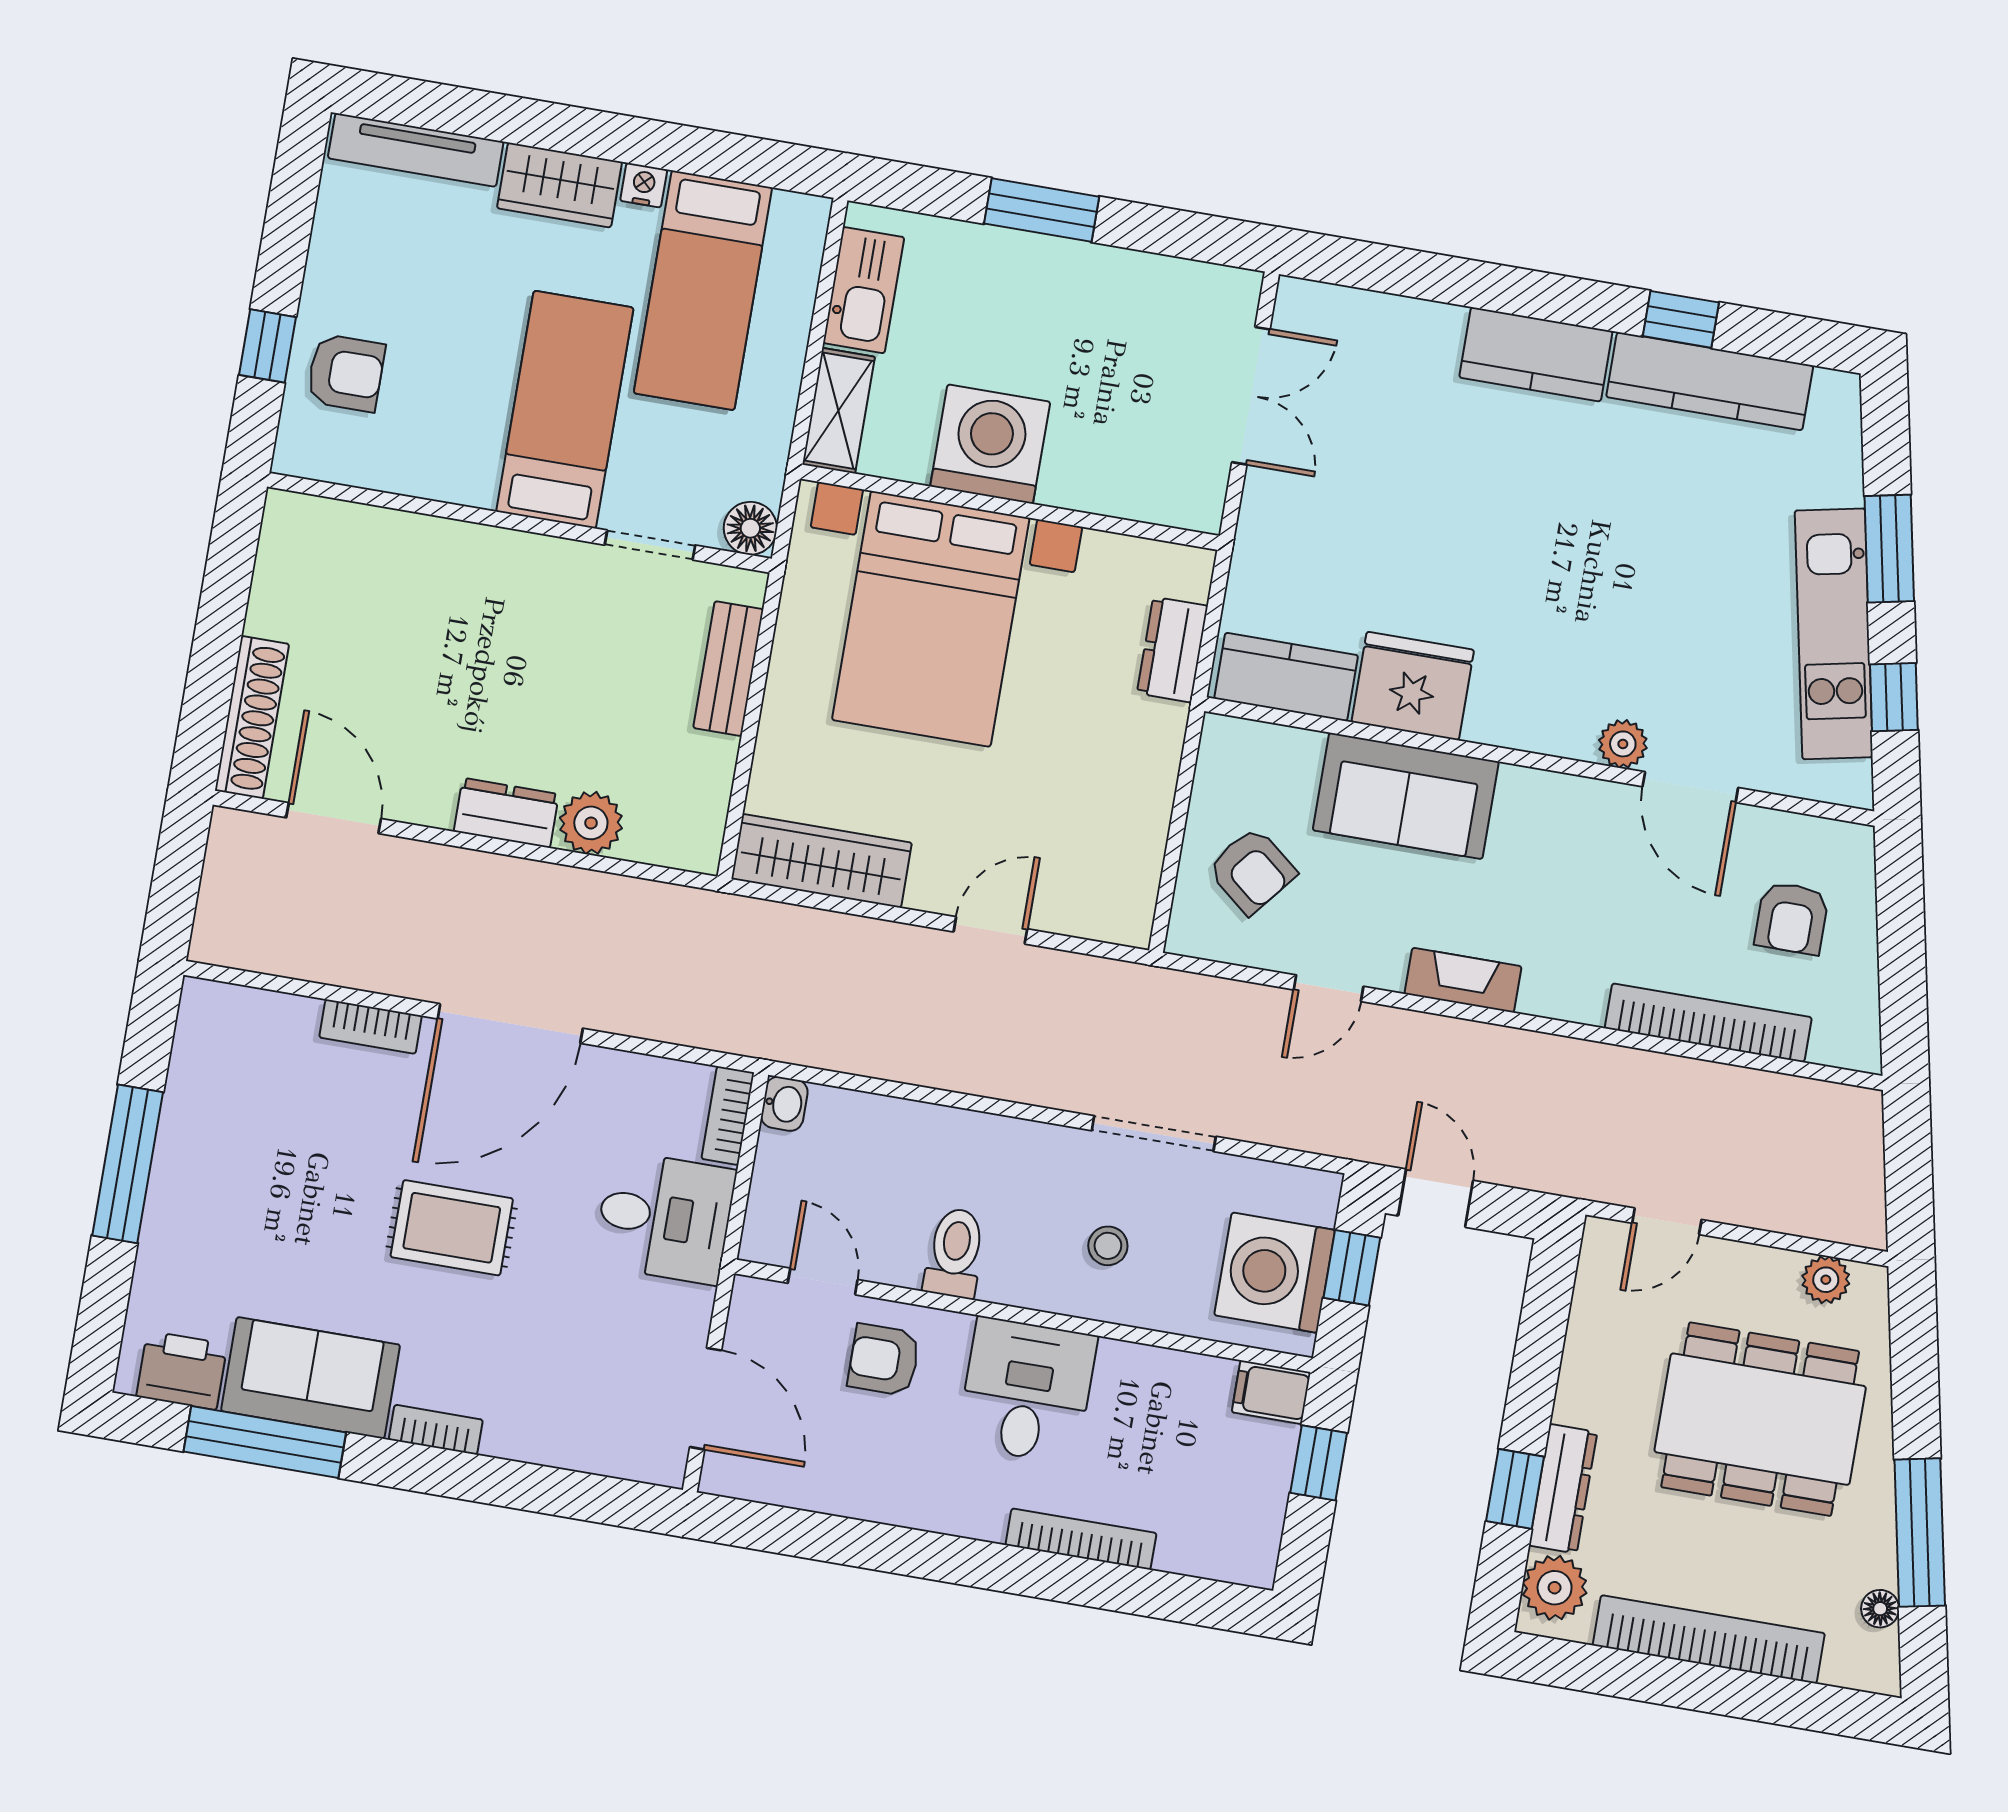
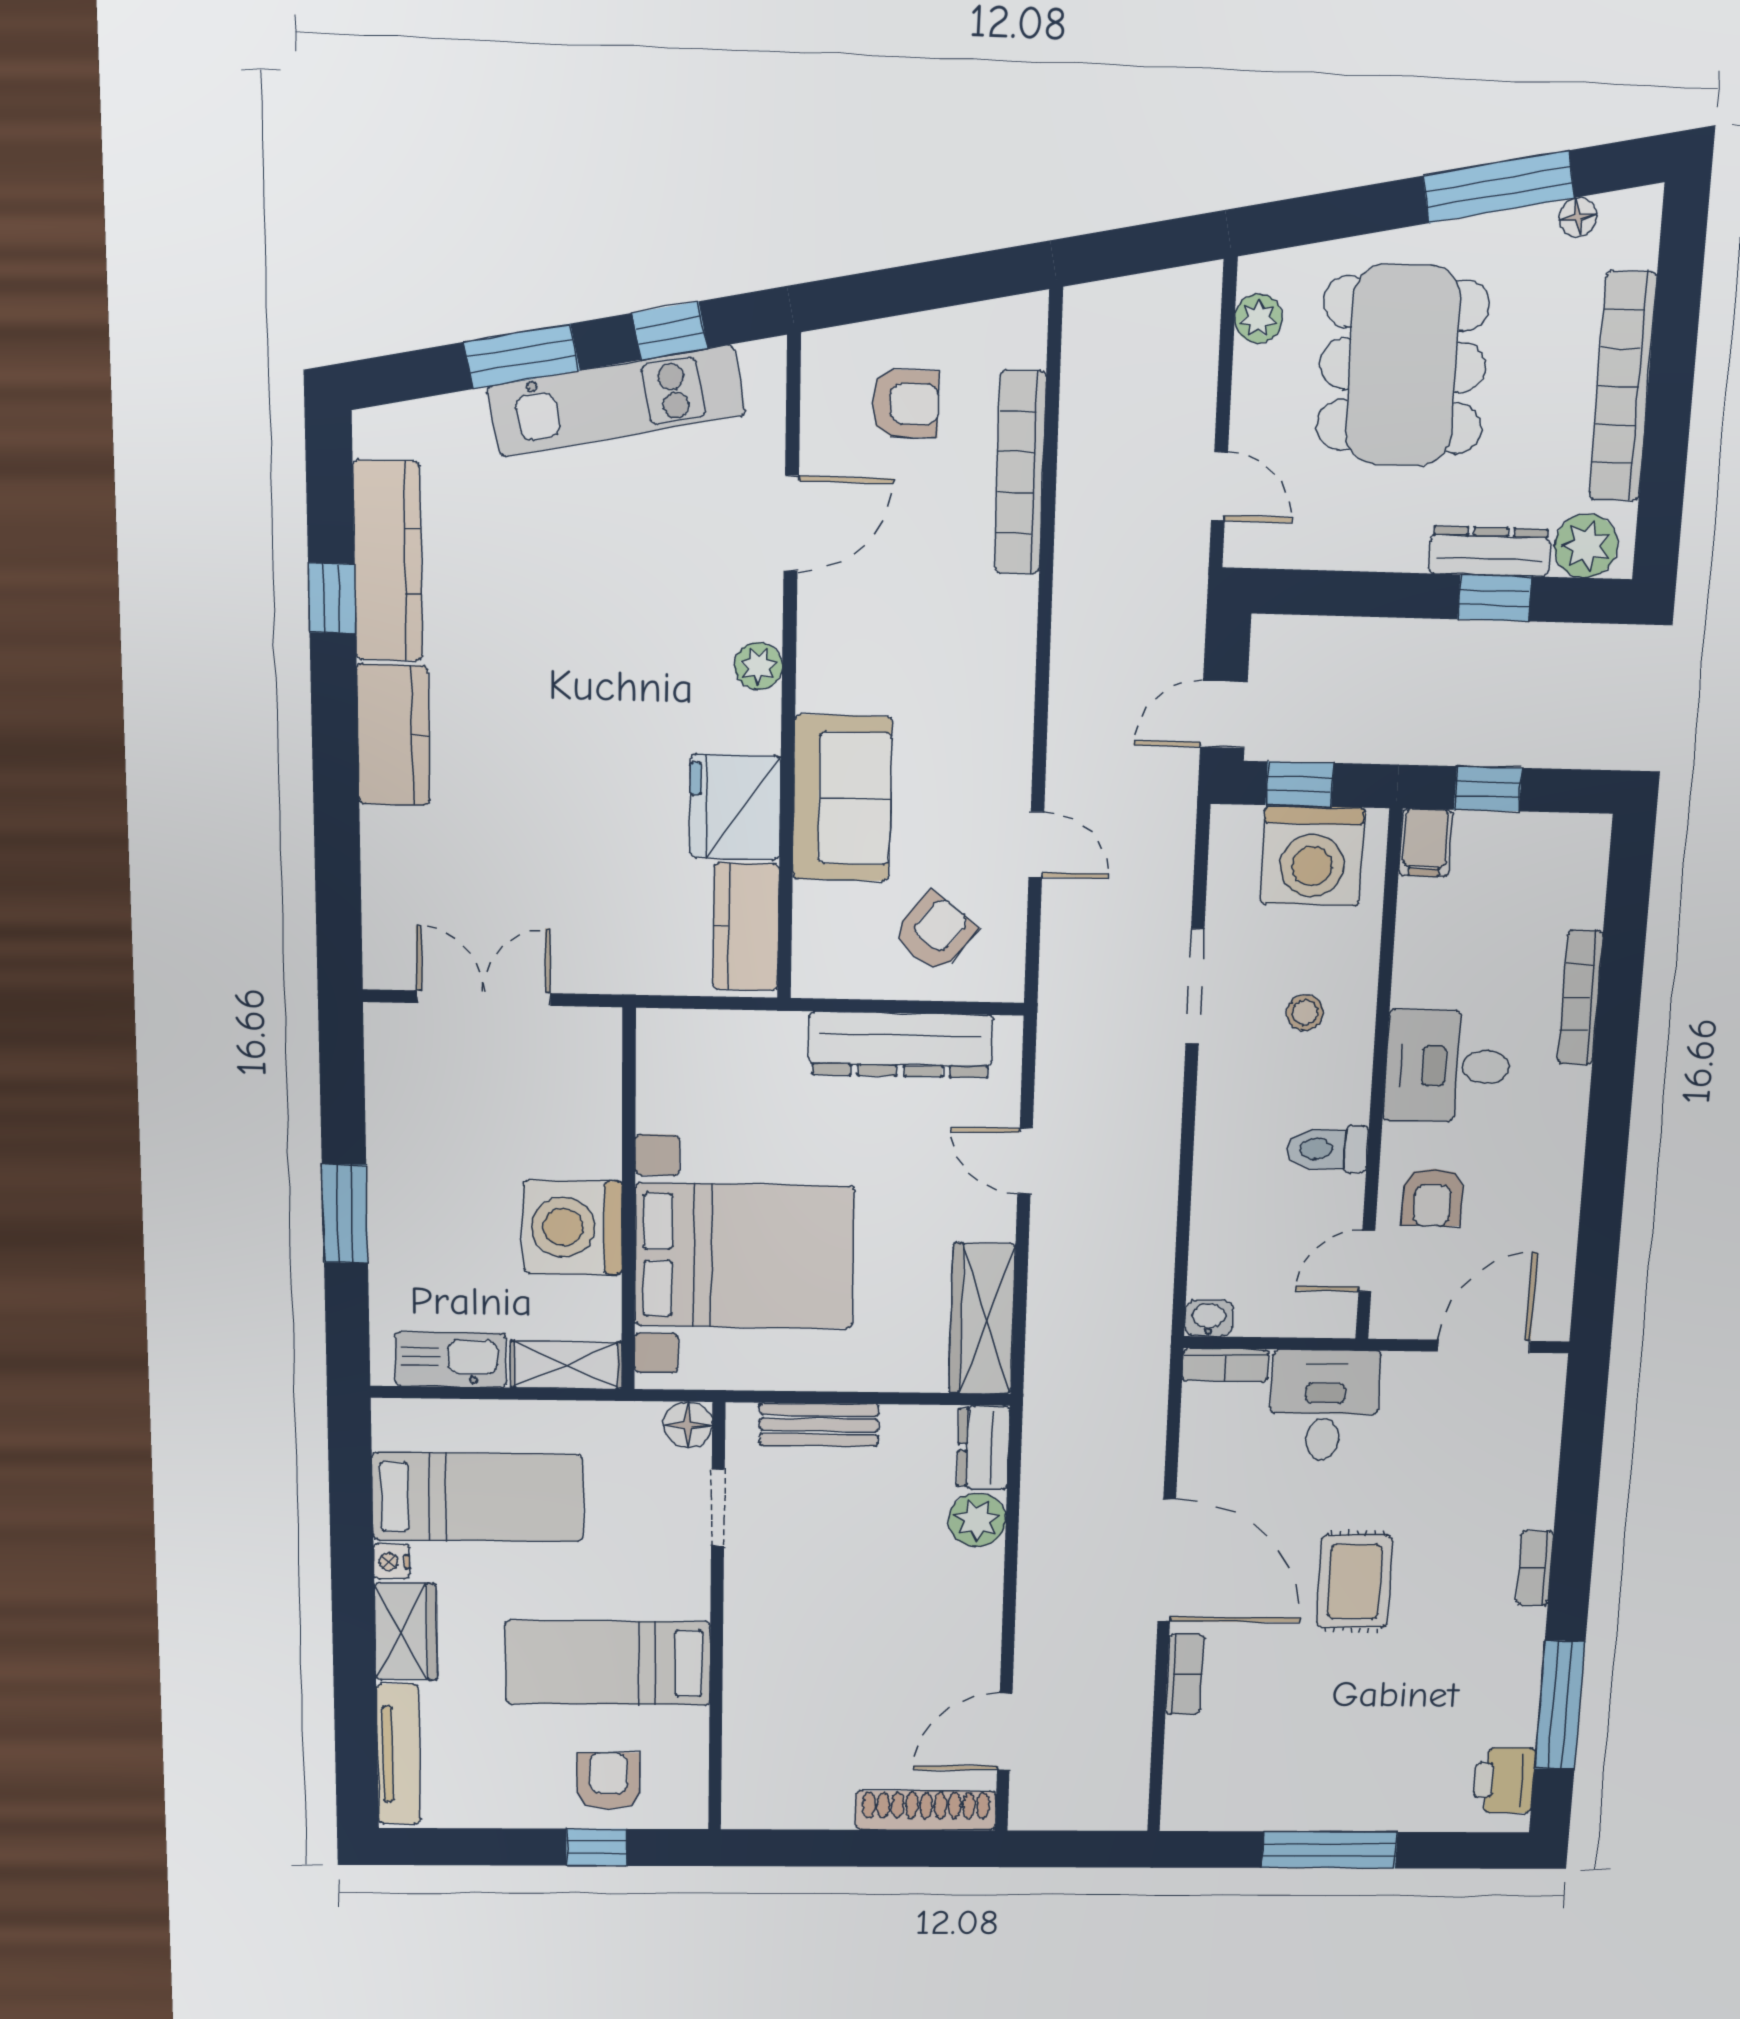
bed: (565, 410) -> (608, 1663), moved
dresser: (1172, 650) -> (901, 1045), moved, width x1.96, depth x1.24
plant: (1623, 744) -> (758, 666), moved
dresser: (506, 813) -> (983, 1448), moved
fireplace: (1463, 980) -> (1011, 718), removed
sofa: (310, 1378) -> (1500, 1677), removed

